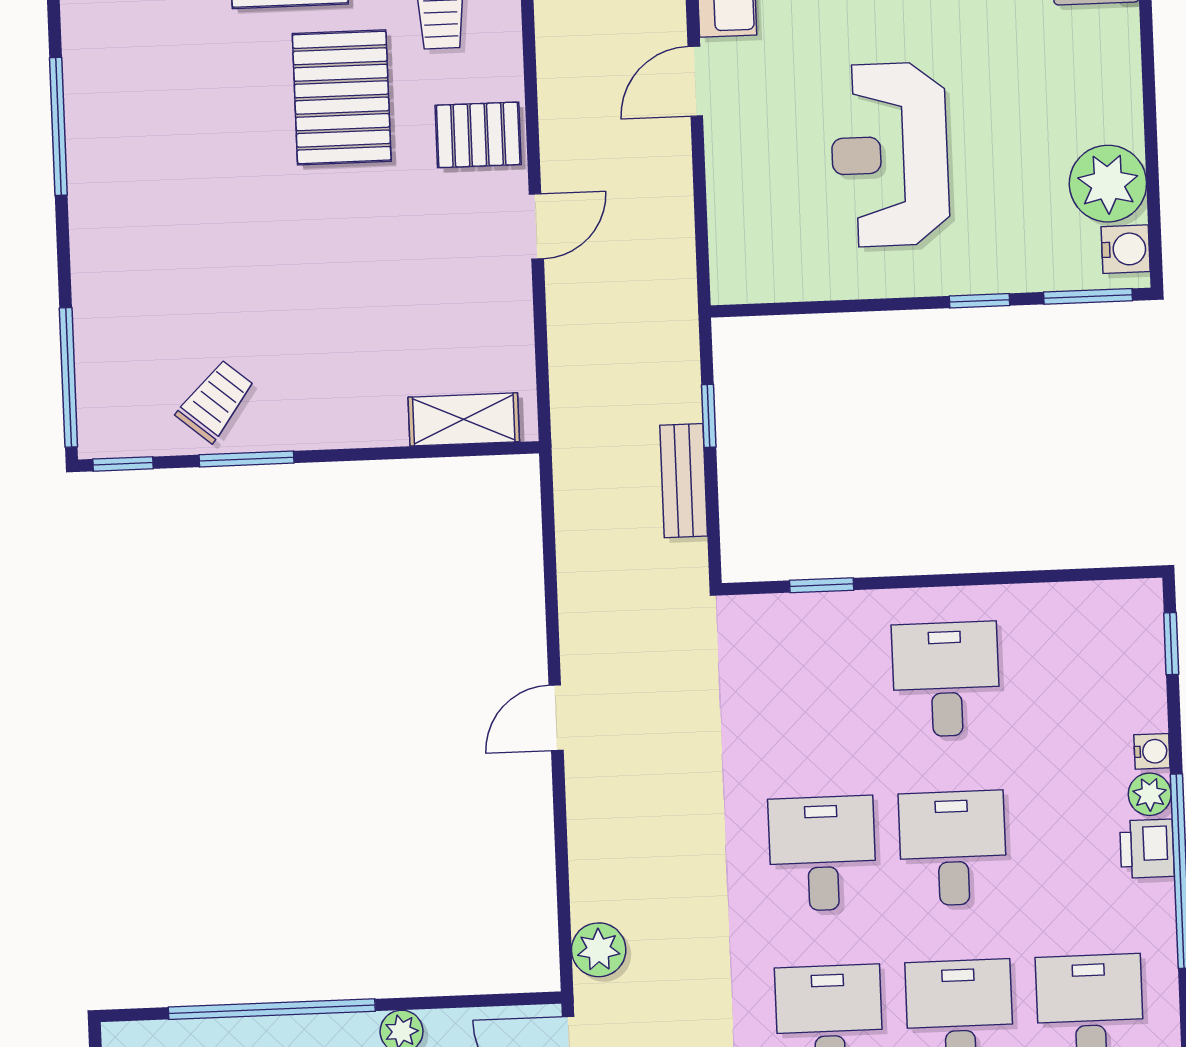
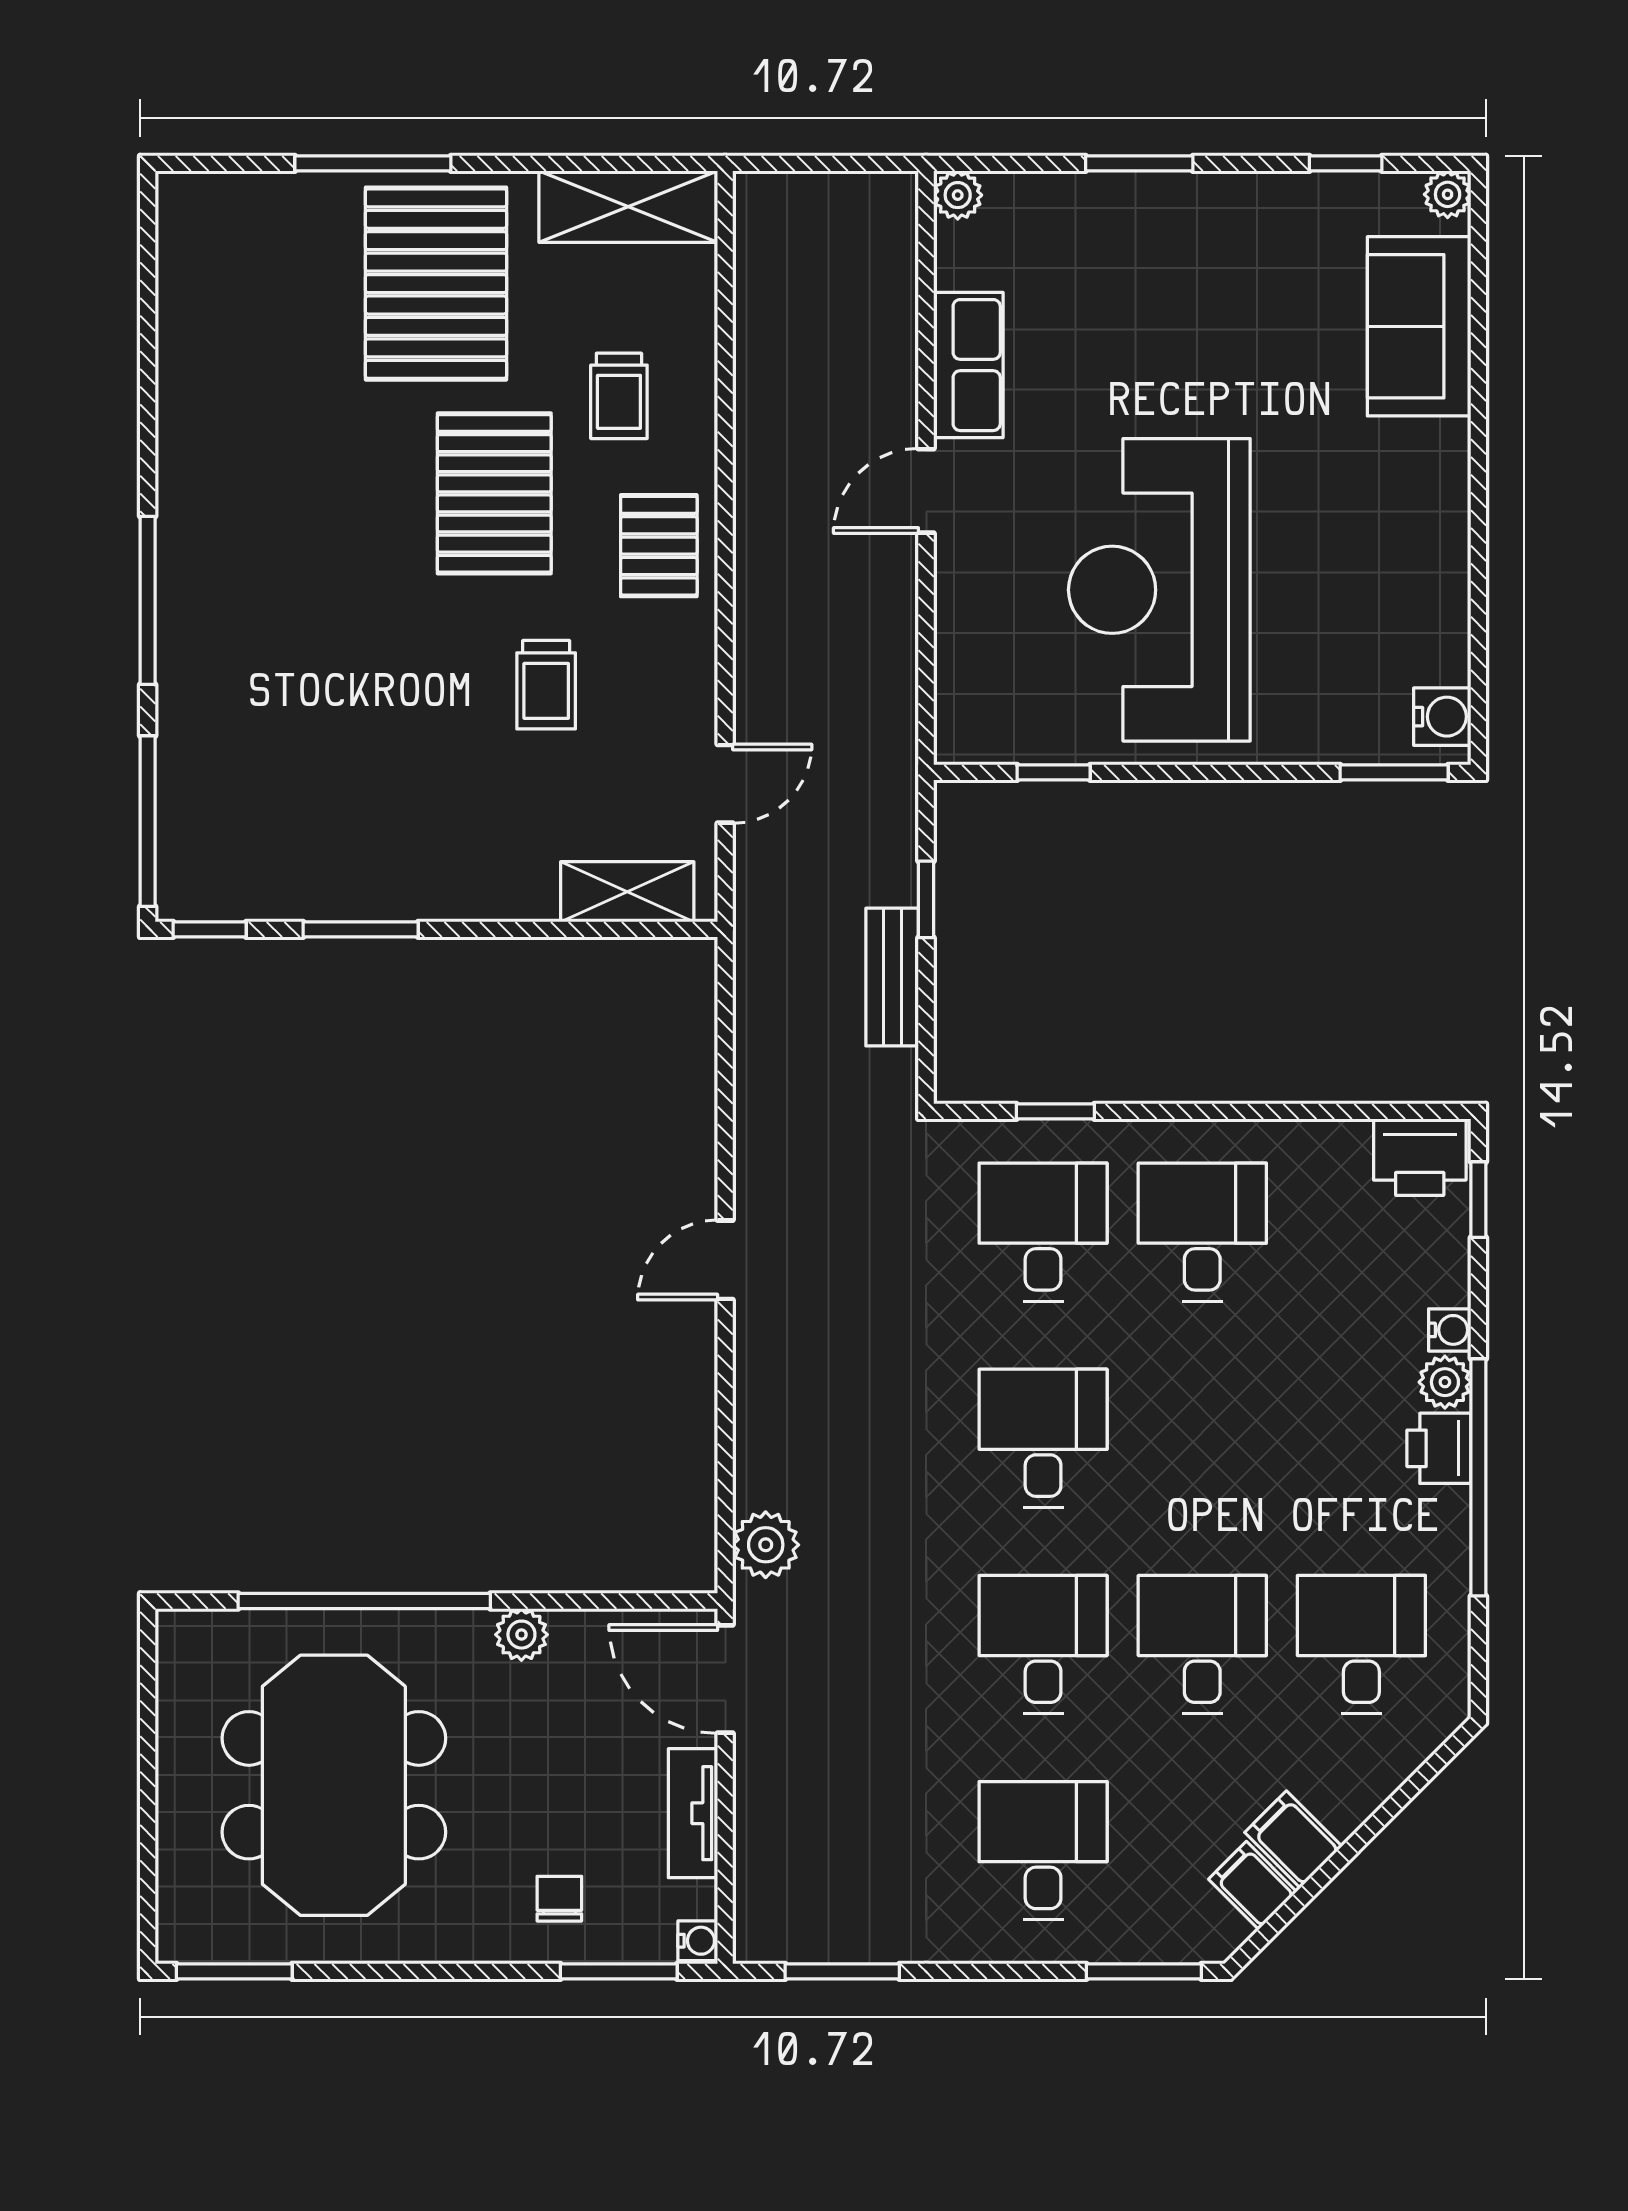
window: (58, 126) -> (148, 600), moved
pallet: (478, 135) -> (659, 546), turned 90
reception desk: (890, 155) -> (1159, 590), width x1.36, depth x1.30
plant: (1108, 184) -> (1424, 636), removed
door: (536, 226) -> (725, 784), moved
window: (979, 301) -> (1054, 772), moved
trolley: (215, 401) -> (546, 685), moved, turned 140
printer: (1122, 611) -> (1420, 1157), added
desk: (953, 848) -> (1043, 1232), moved

